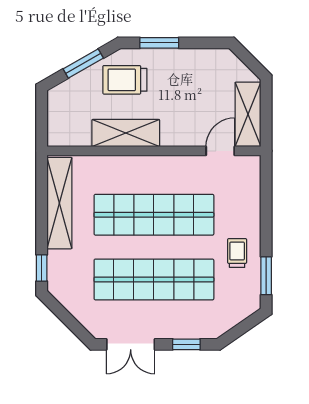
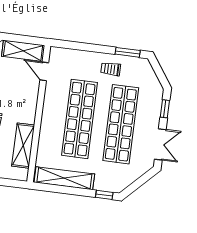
shelving: (126, 133) -> (23, 146), moved

